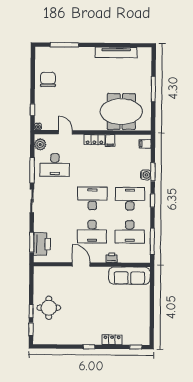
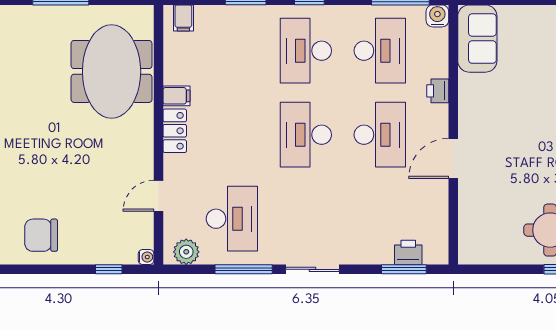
water cooler: (146, 175) -> (437, 16), moved
printer: (42, 244) -> (408, 252), width x0.53, depth x0.68
sofa: (129, 276) -> (477, 39), width x0.73

